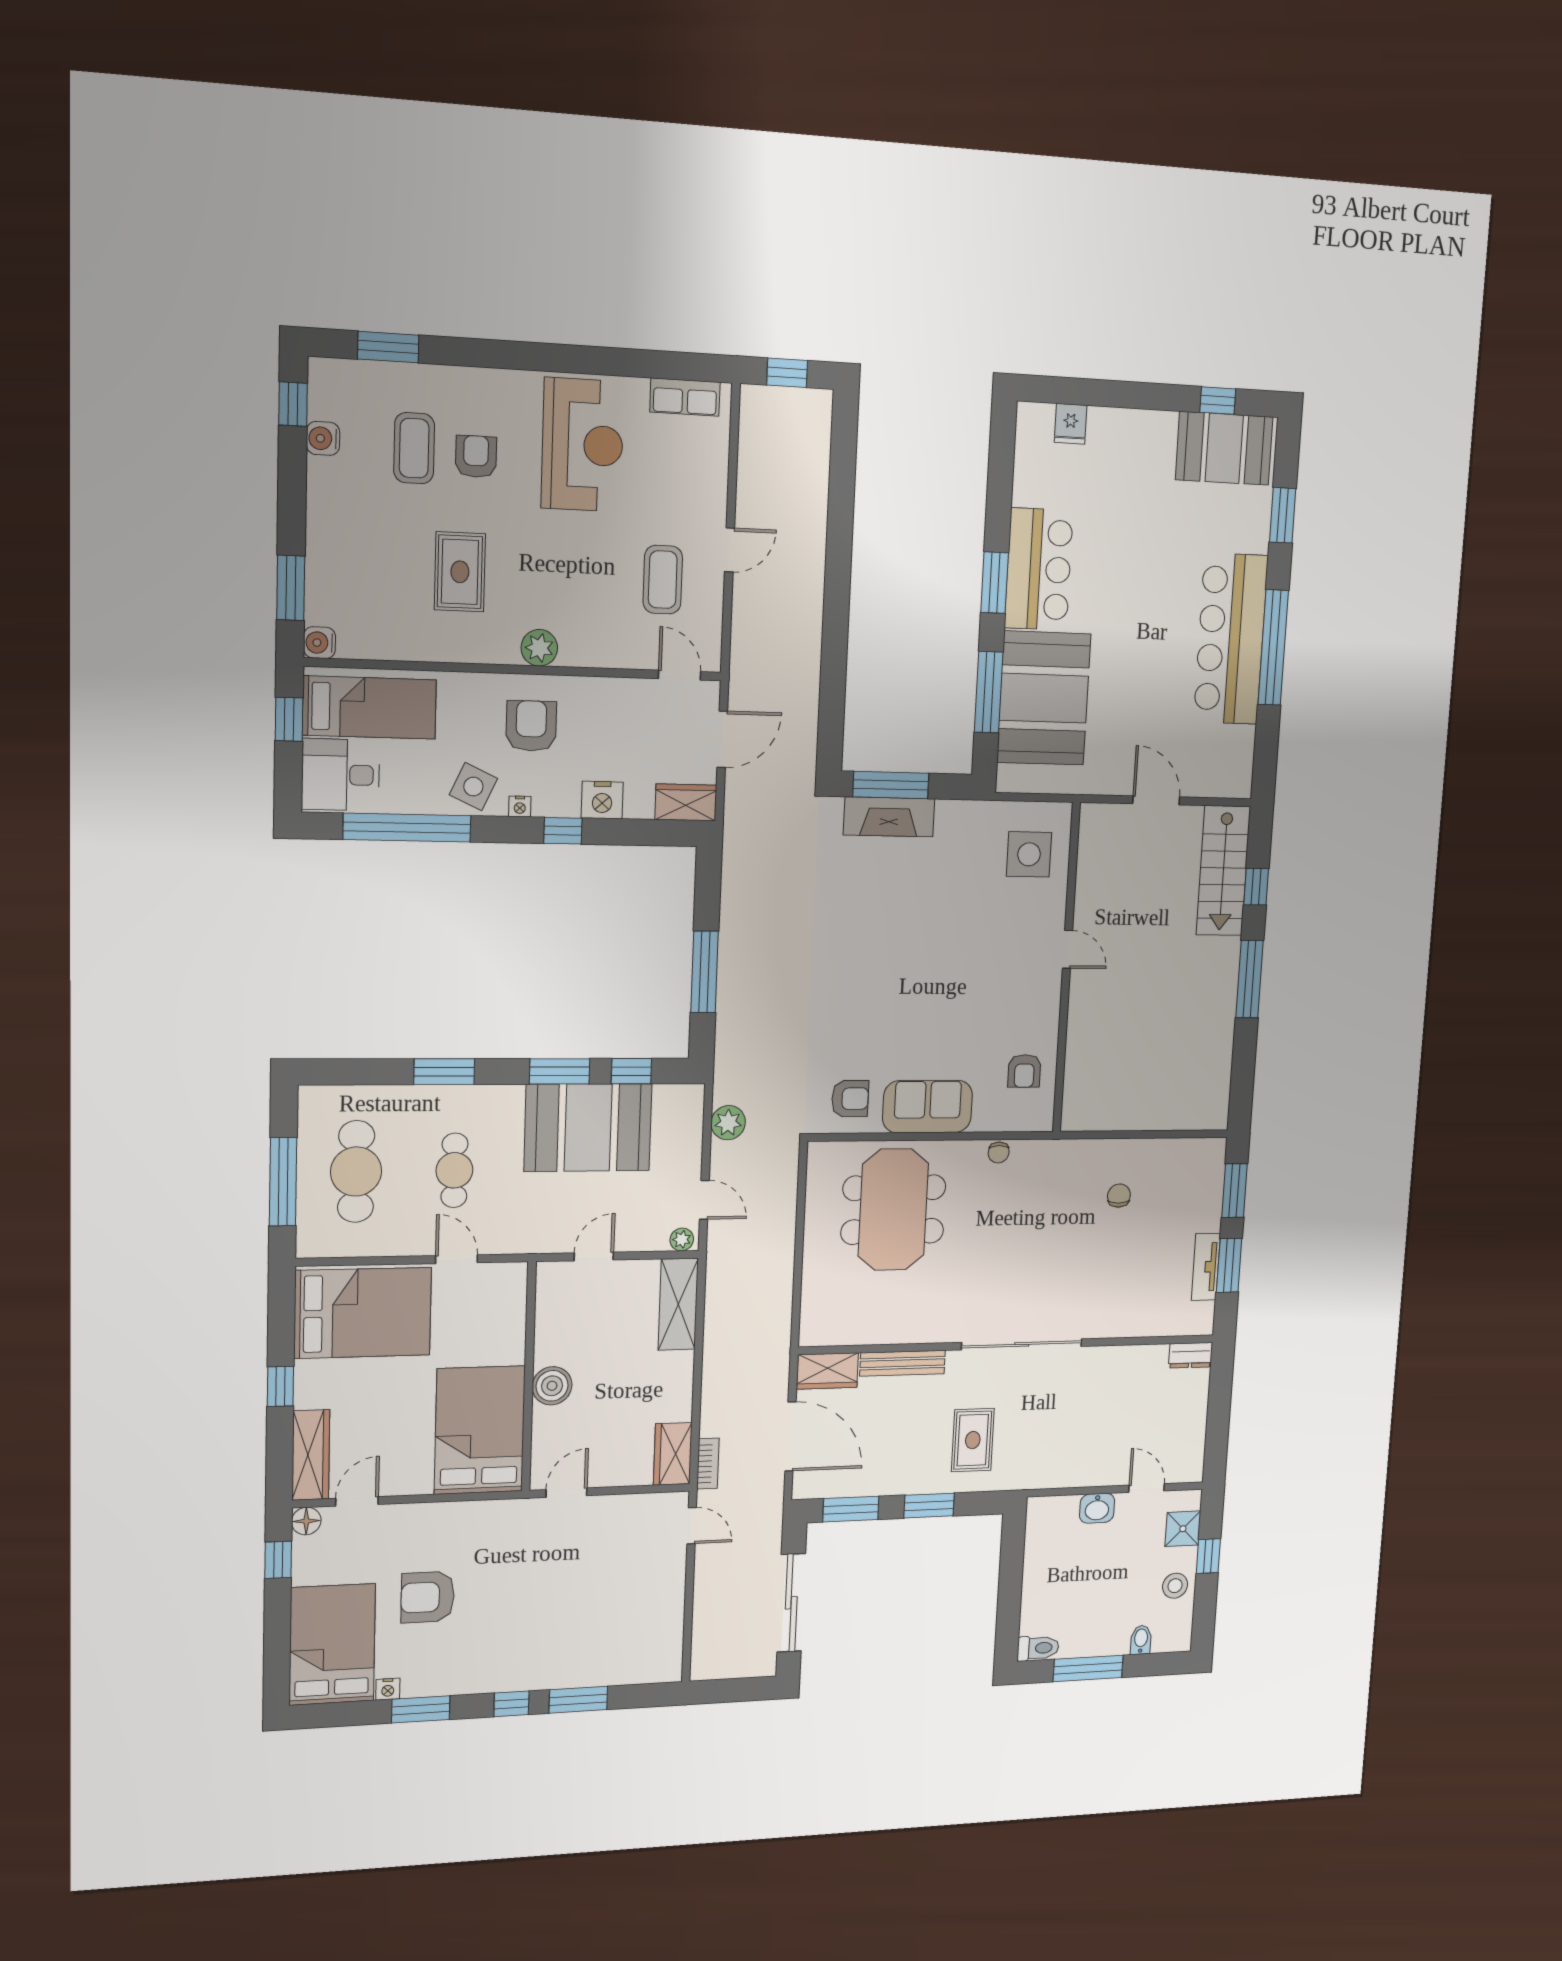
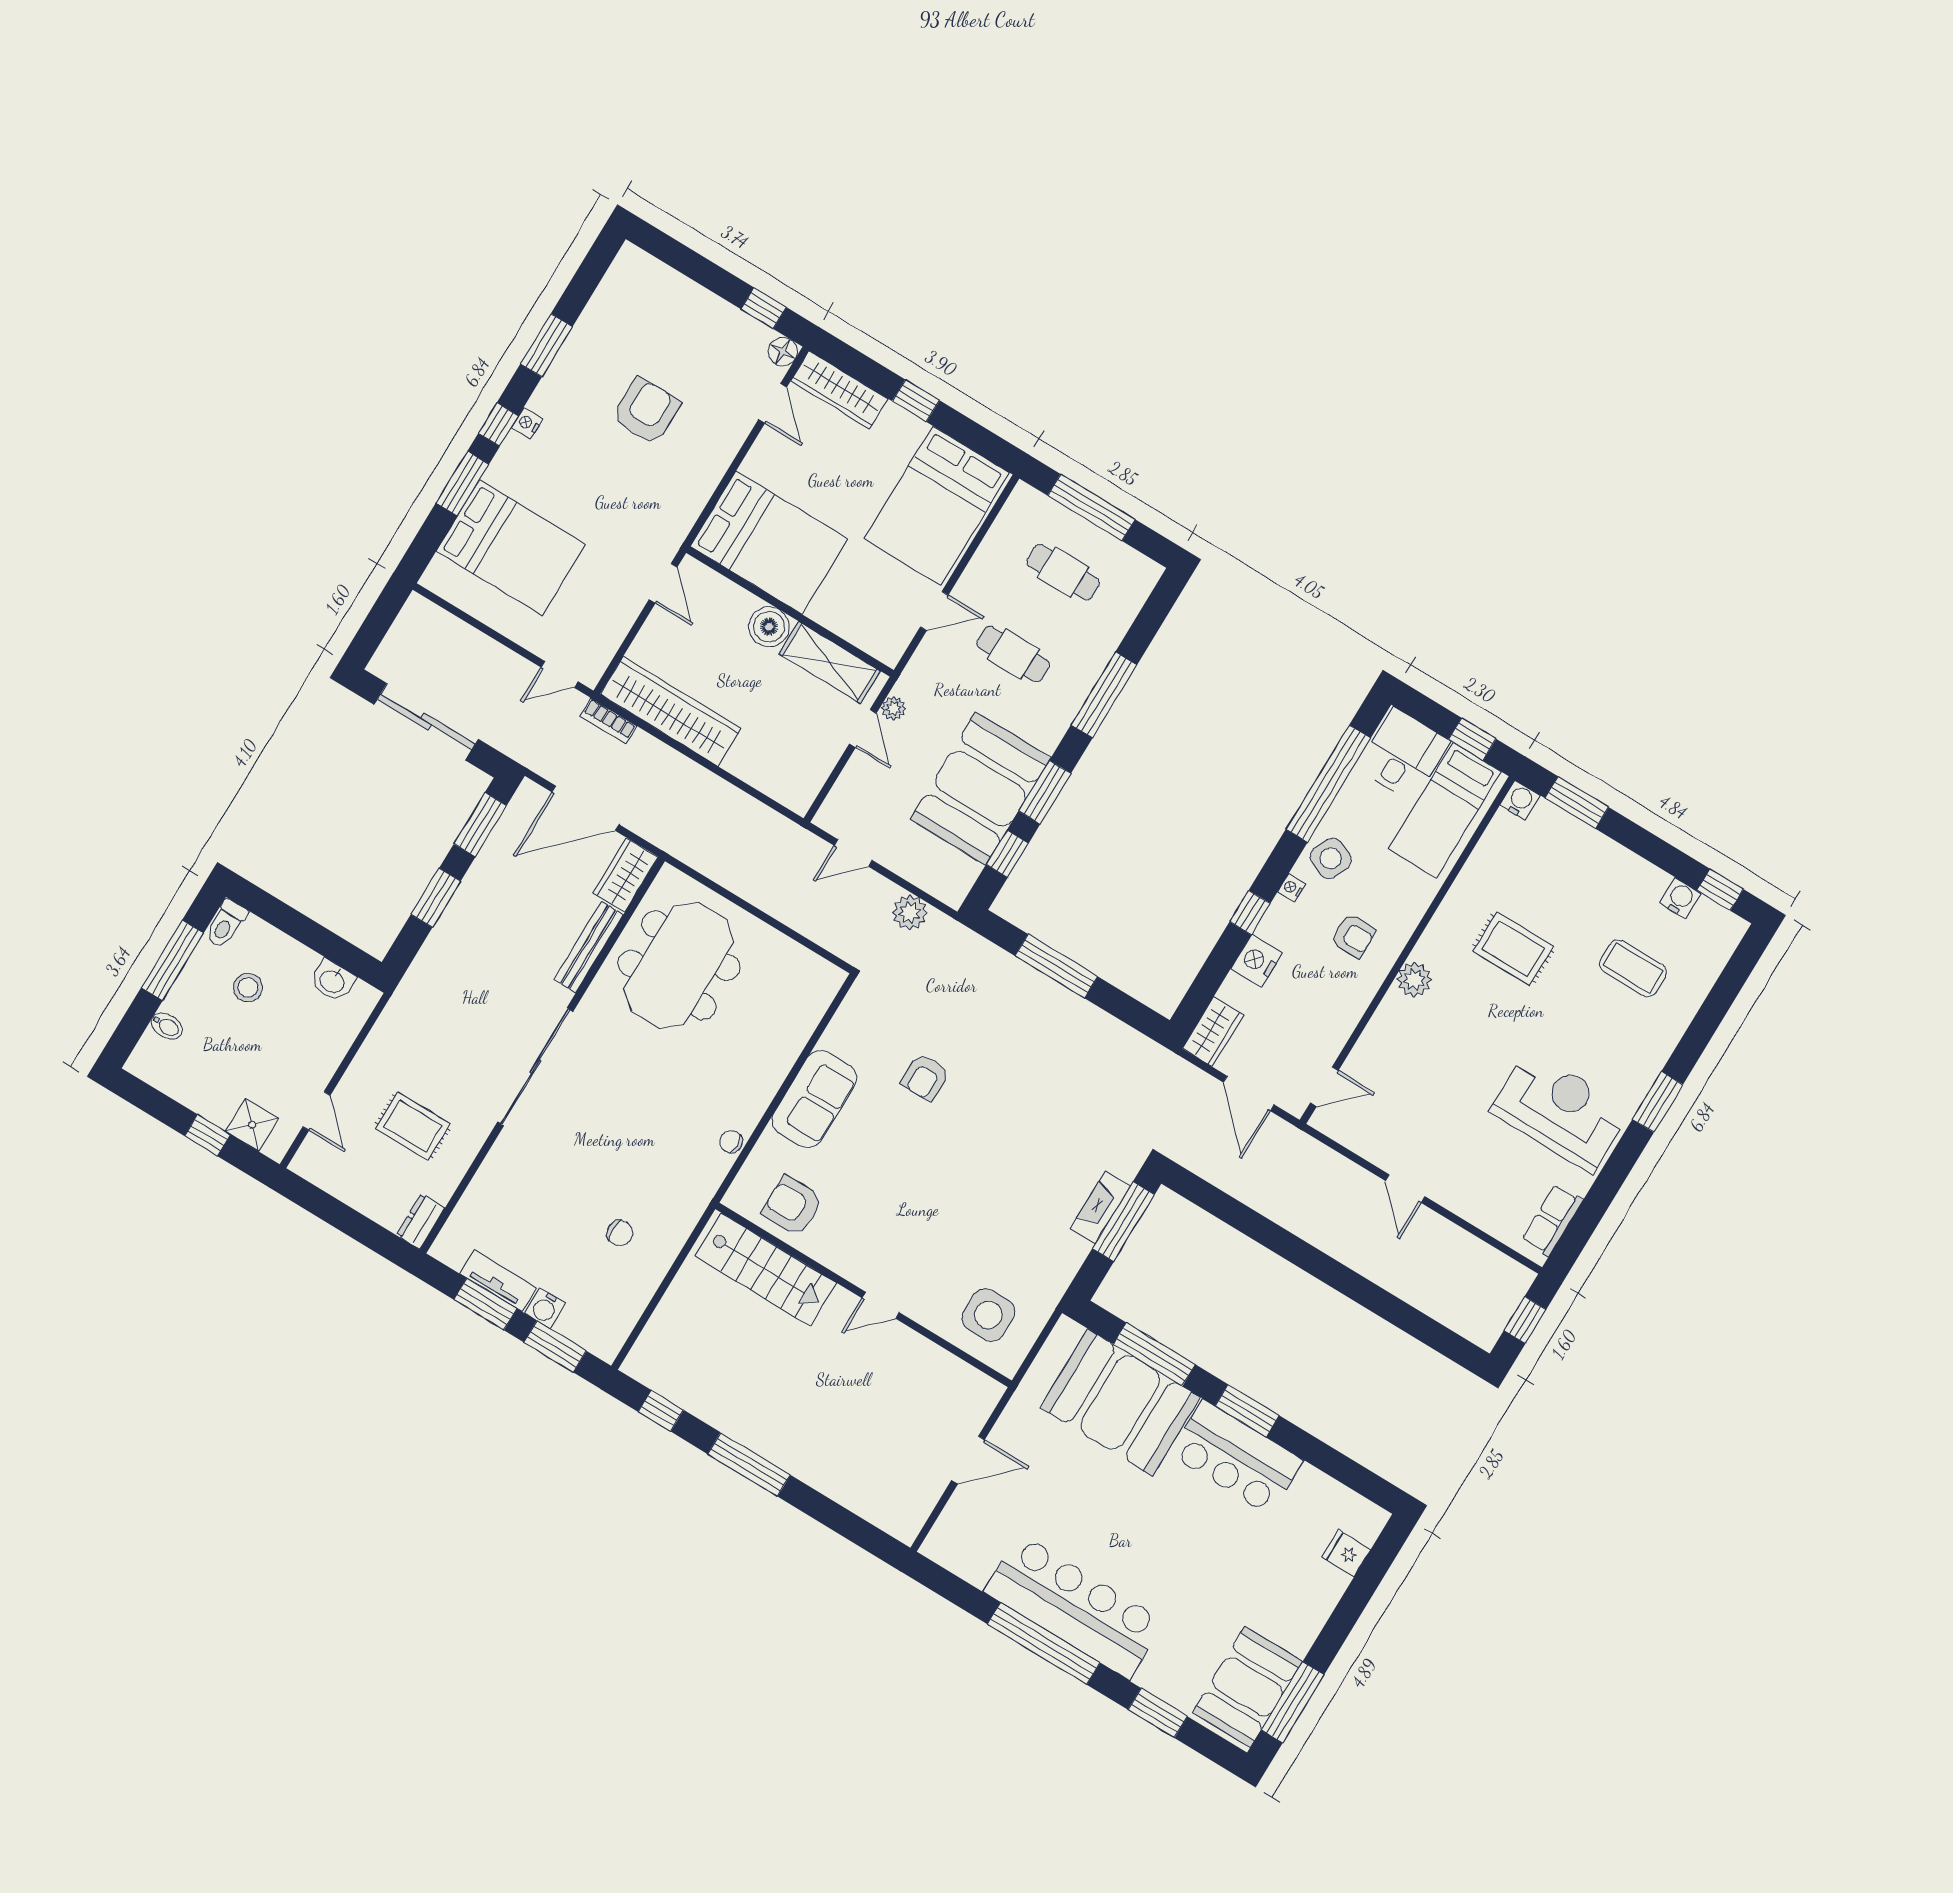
window: (388, 347) -> (1658, 1102), moved
window: (1218, 401) -> (1293, 1702), width x2.17
reception desk: (583, 445) -> (1560, 1110), turned 180
armchair: (476, 457) -> (1599, 1015), removed
coffee table: (663, 580) -> (1412, 1117), removed
armchair: (531, 726) -> (1353, 936), width x0.72, depth x0.72
fireplace: (889, 817) -> (1100, 1207), width x0.73, depth x0.76
stairs: (1223, 871) -> (766, 1270), moved, turned 180
window: (1256, 887) -> (661, 1411), moved
armchair: (1024, 1071) -> (792, 1206), width x1.38, depth x1.38
window: (444, 1072) -> (1104, 695), width x1.44
armchair: (850, 1099) -> (925, 1077), moved
cafe table: (356, 1171) -> (1063, 572), width x0.73, depth x0.74
meeting table: (893, 1210) -> (679, 965), moved, turned 90
water cooler: (1208, 1217) -> (545, 1308), added
plant: (682, 1240) -> (894, 708), moved
shelving: (678, 1304) -> (830, 662), moved
rug: (973, 1440) -> (413, 1126), moved
wardrobe: (673, 1454) -> (670, 711), width x2.10, depth x1.17
door: (1147, 1488) -> (316, 1111), hinge flipped
washbasin: (1097, 1508) -> (333, 981), moved, turned -90
stool: (1175, 1586) -> (248, 987), moved
bed: (332, 1644) -> (511, 548), moved
nightstand: (388, 1689) -> (527, 423), moved

